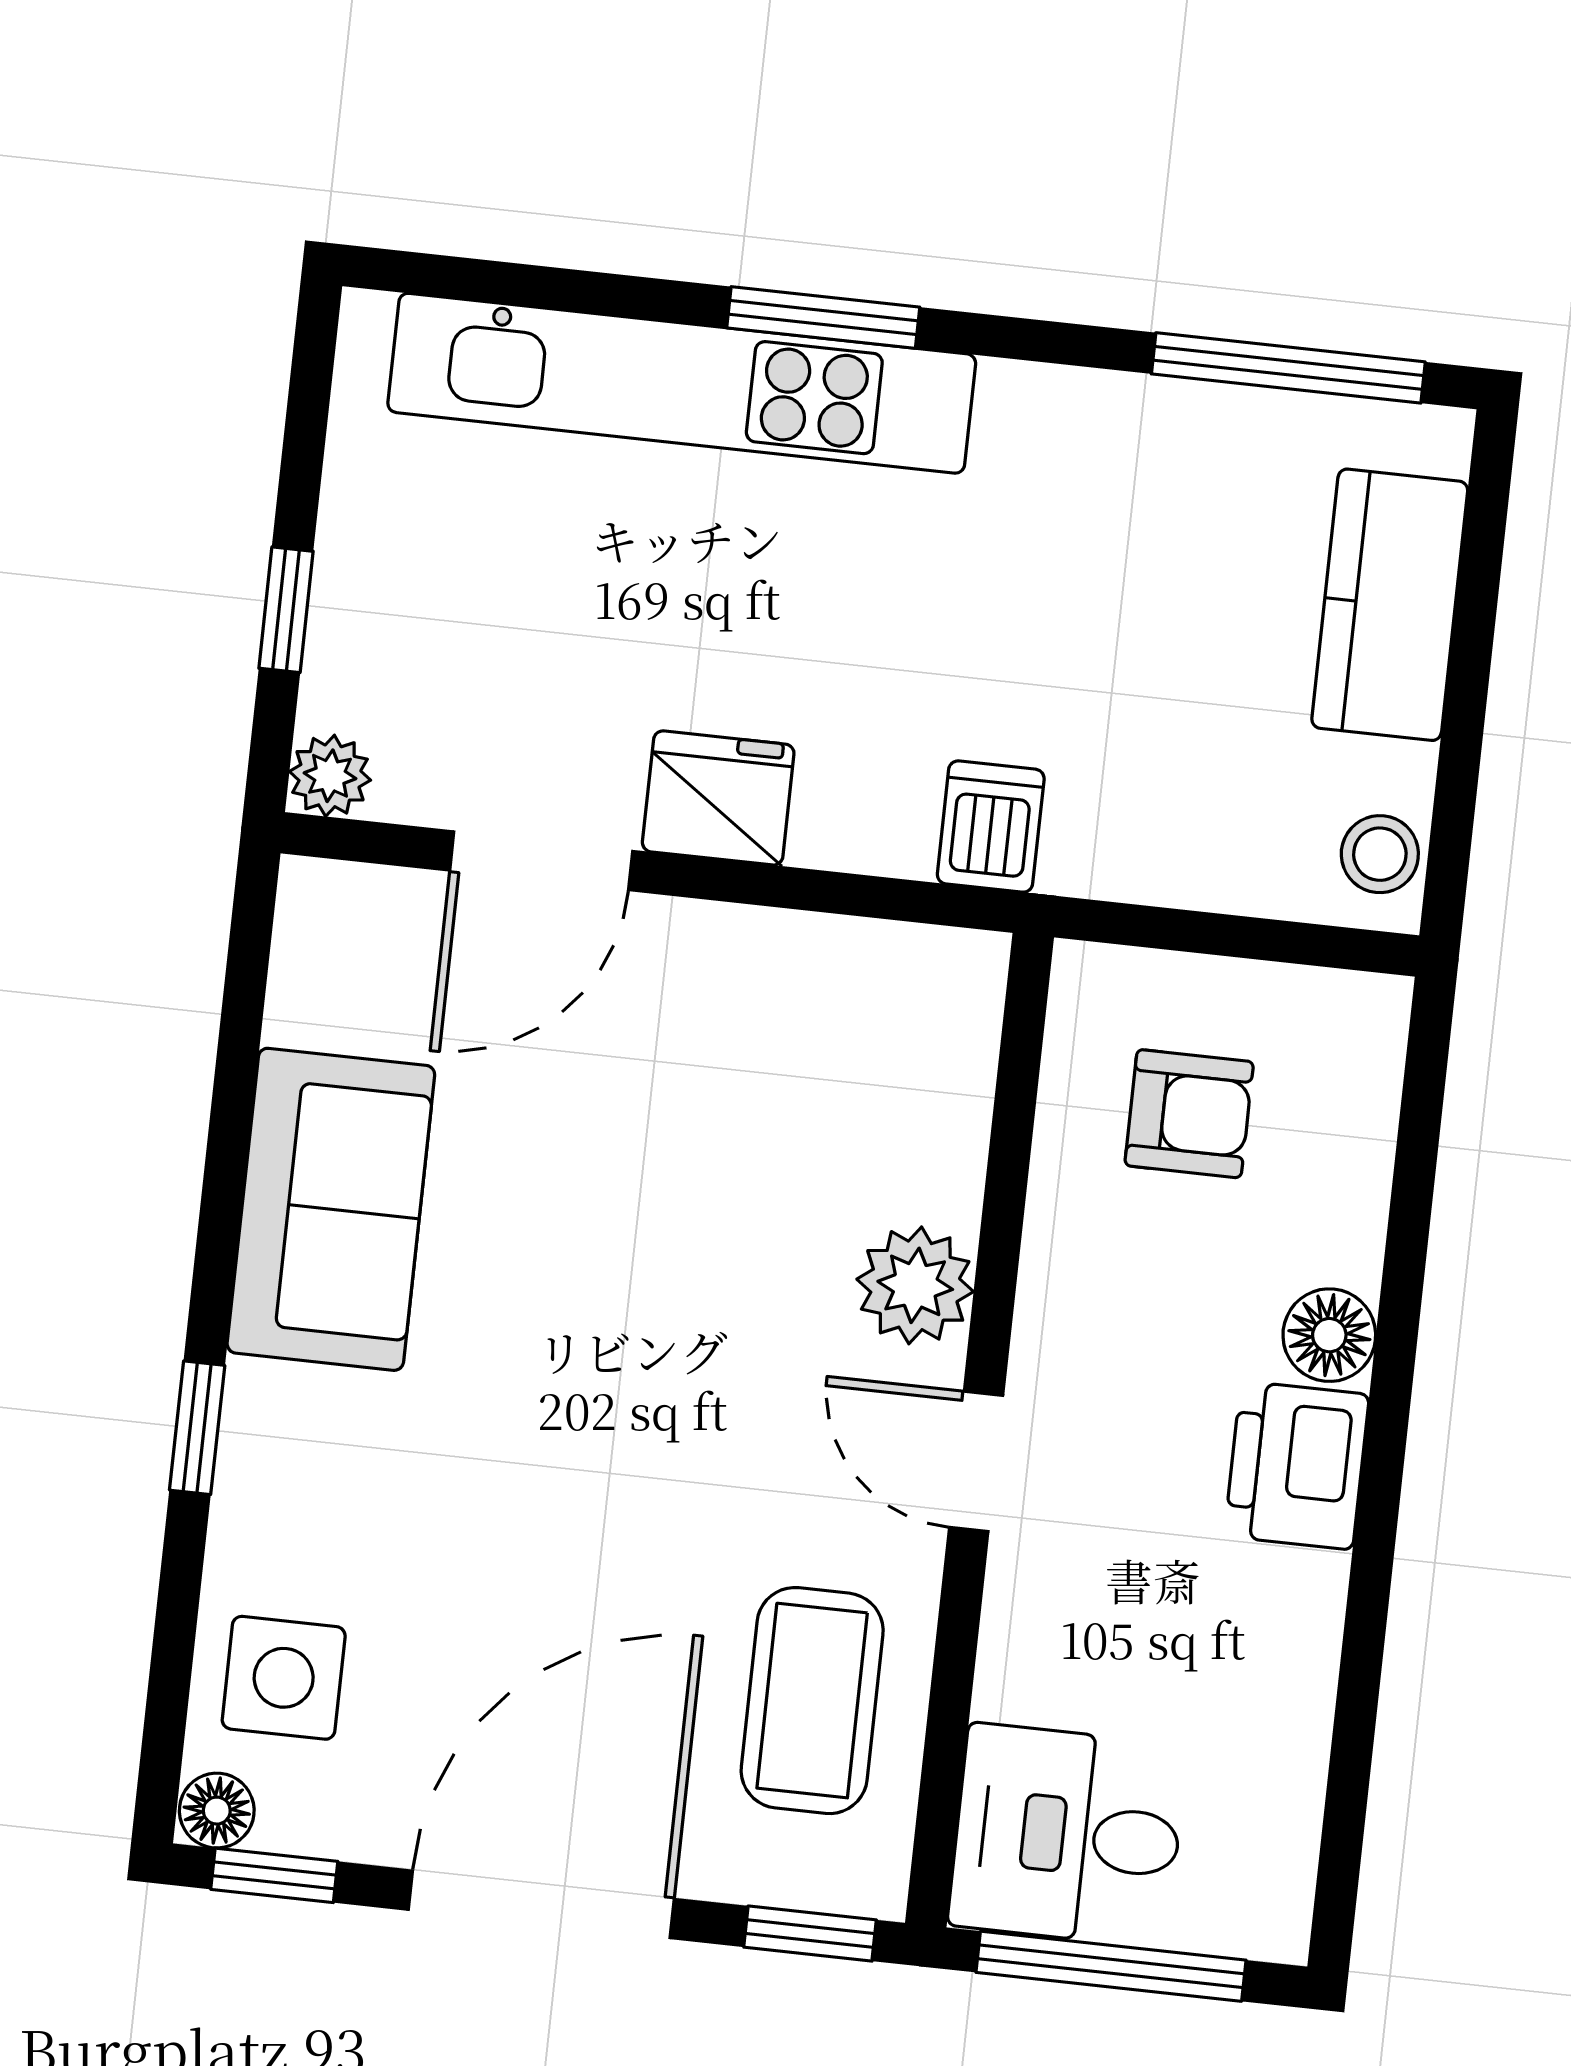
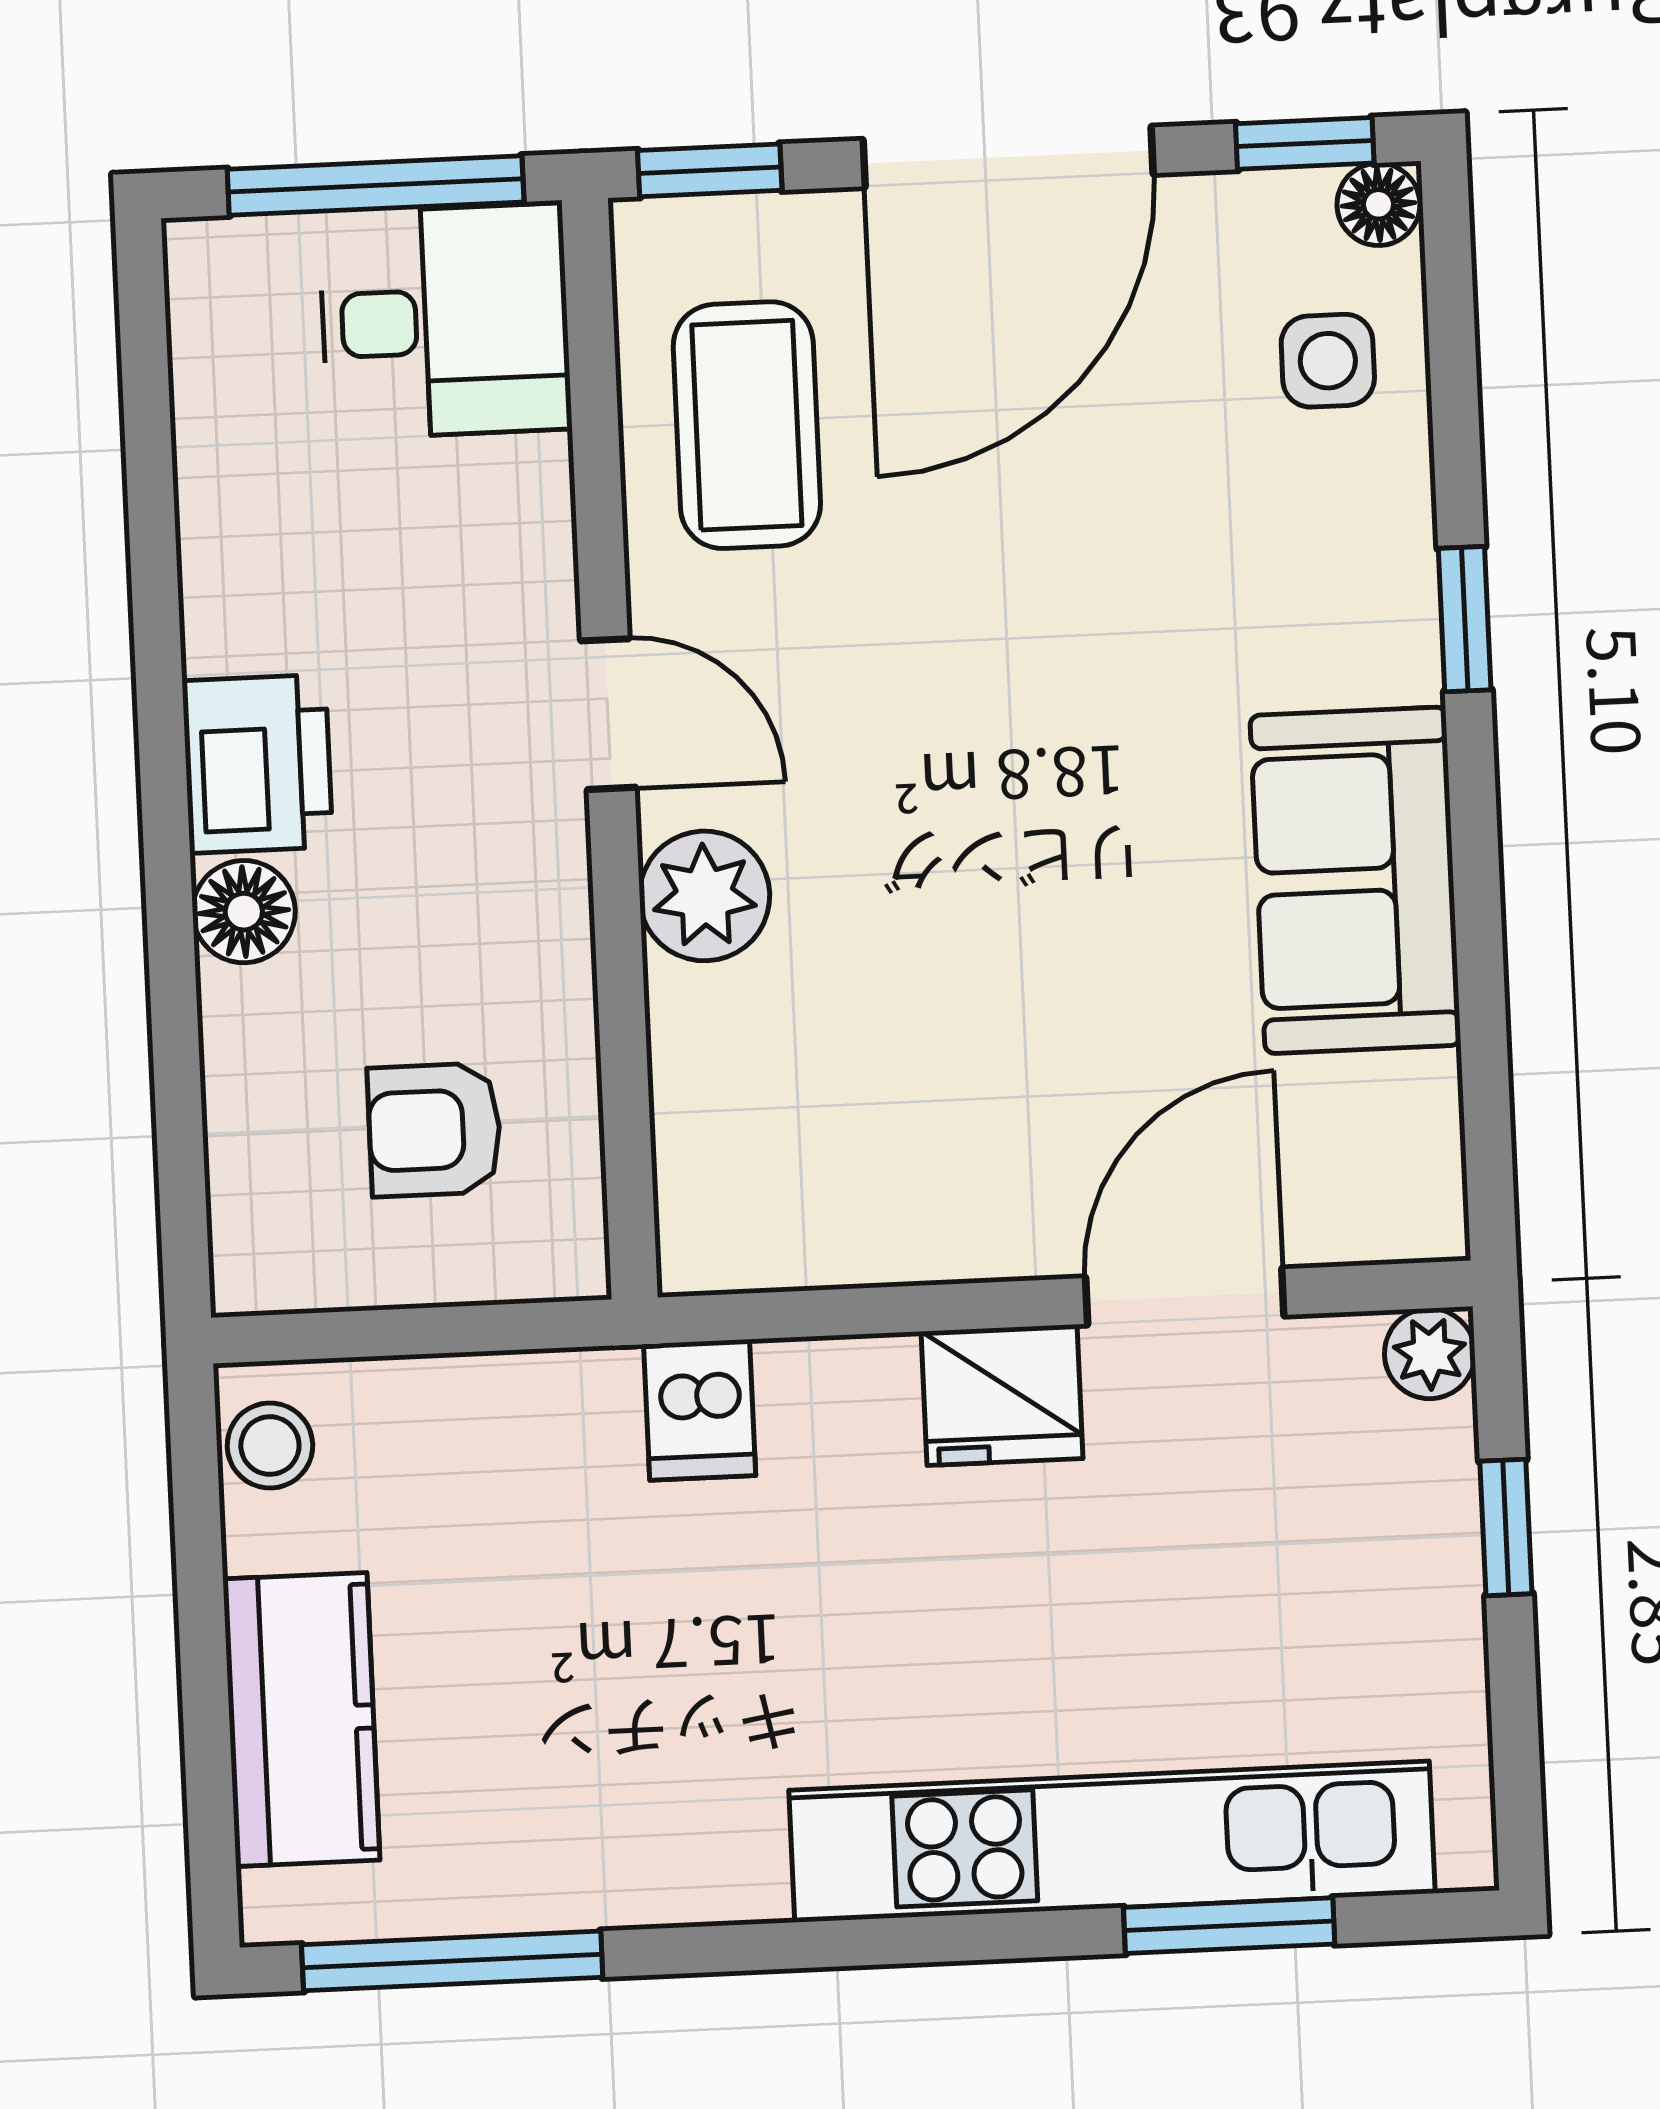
window: (823, 317) -> (1229, 1926), moved
side table: (284, 1678) -> (1328, 361), width x0.73, depth x0.73

